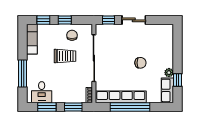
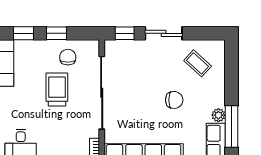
coffee table: (156, 39) -> (198, 63), added
trolley: (65, 56) -> (57, 90), turned -90
window: (177, 80) -> (232, 127), width x2.17

